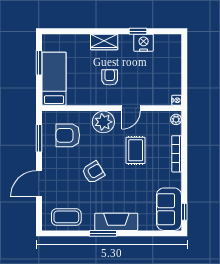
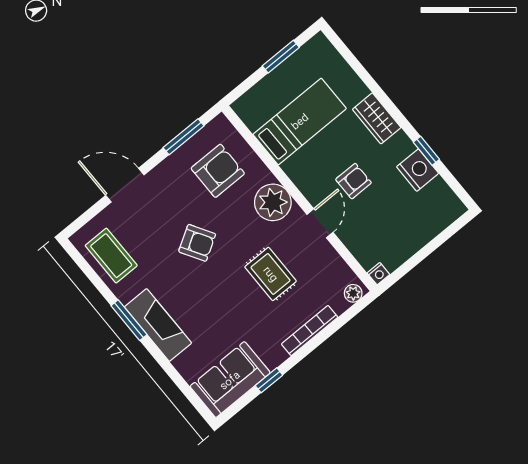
armchair: (110, 77) -> (354, 181), moved
bed: (54, 79) -> (300, 121), moved
door: (131, 108) -> (320, 223), swing flipped
armchair: (68, 135) -> (218, 171), turned 90
rug: (136, 150) -> (271, 274), turned 90
window: (184, 212) -> (269, 380), moved

